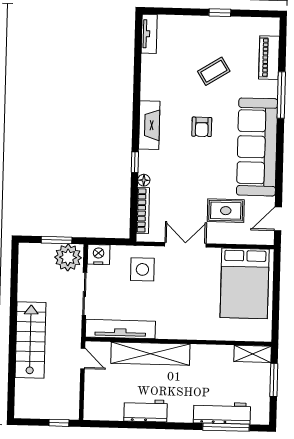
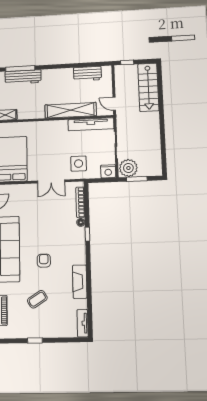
fireplace: (149, 125) -> (80, 282), moved
rug: (226, 211) -> (26, 206), removed
stairs: (30, 340) -> (148, 87), moved
workbench: (146, 411) -> (87, 74), moved

